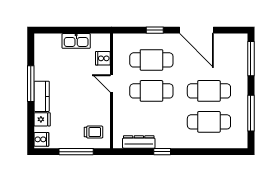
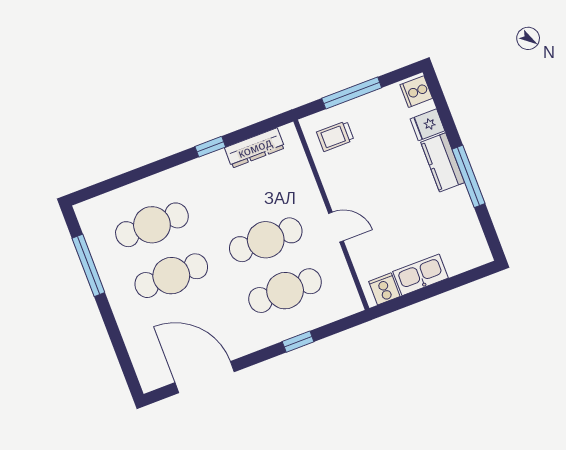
door: (197, 30) -> (205, 377), moved
cooker: (103, 58) -> (384, 289), moved, turned -90
window: (251, 59) -> (122, 355), removed

